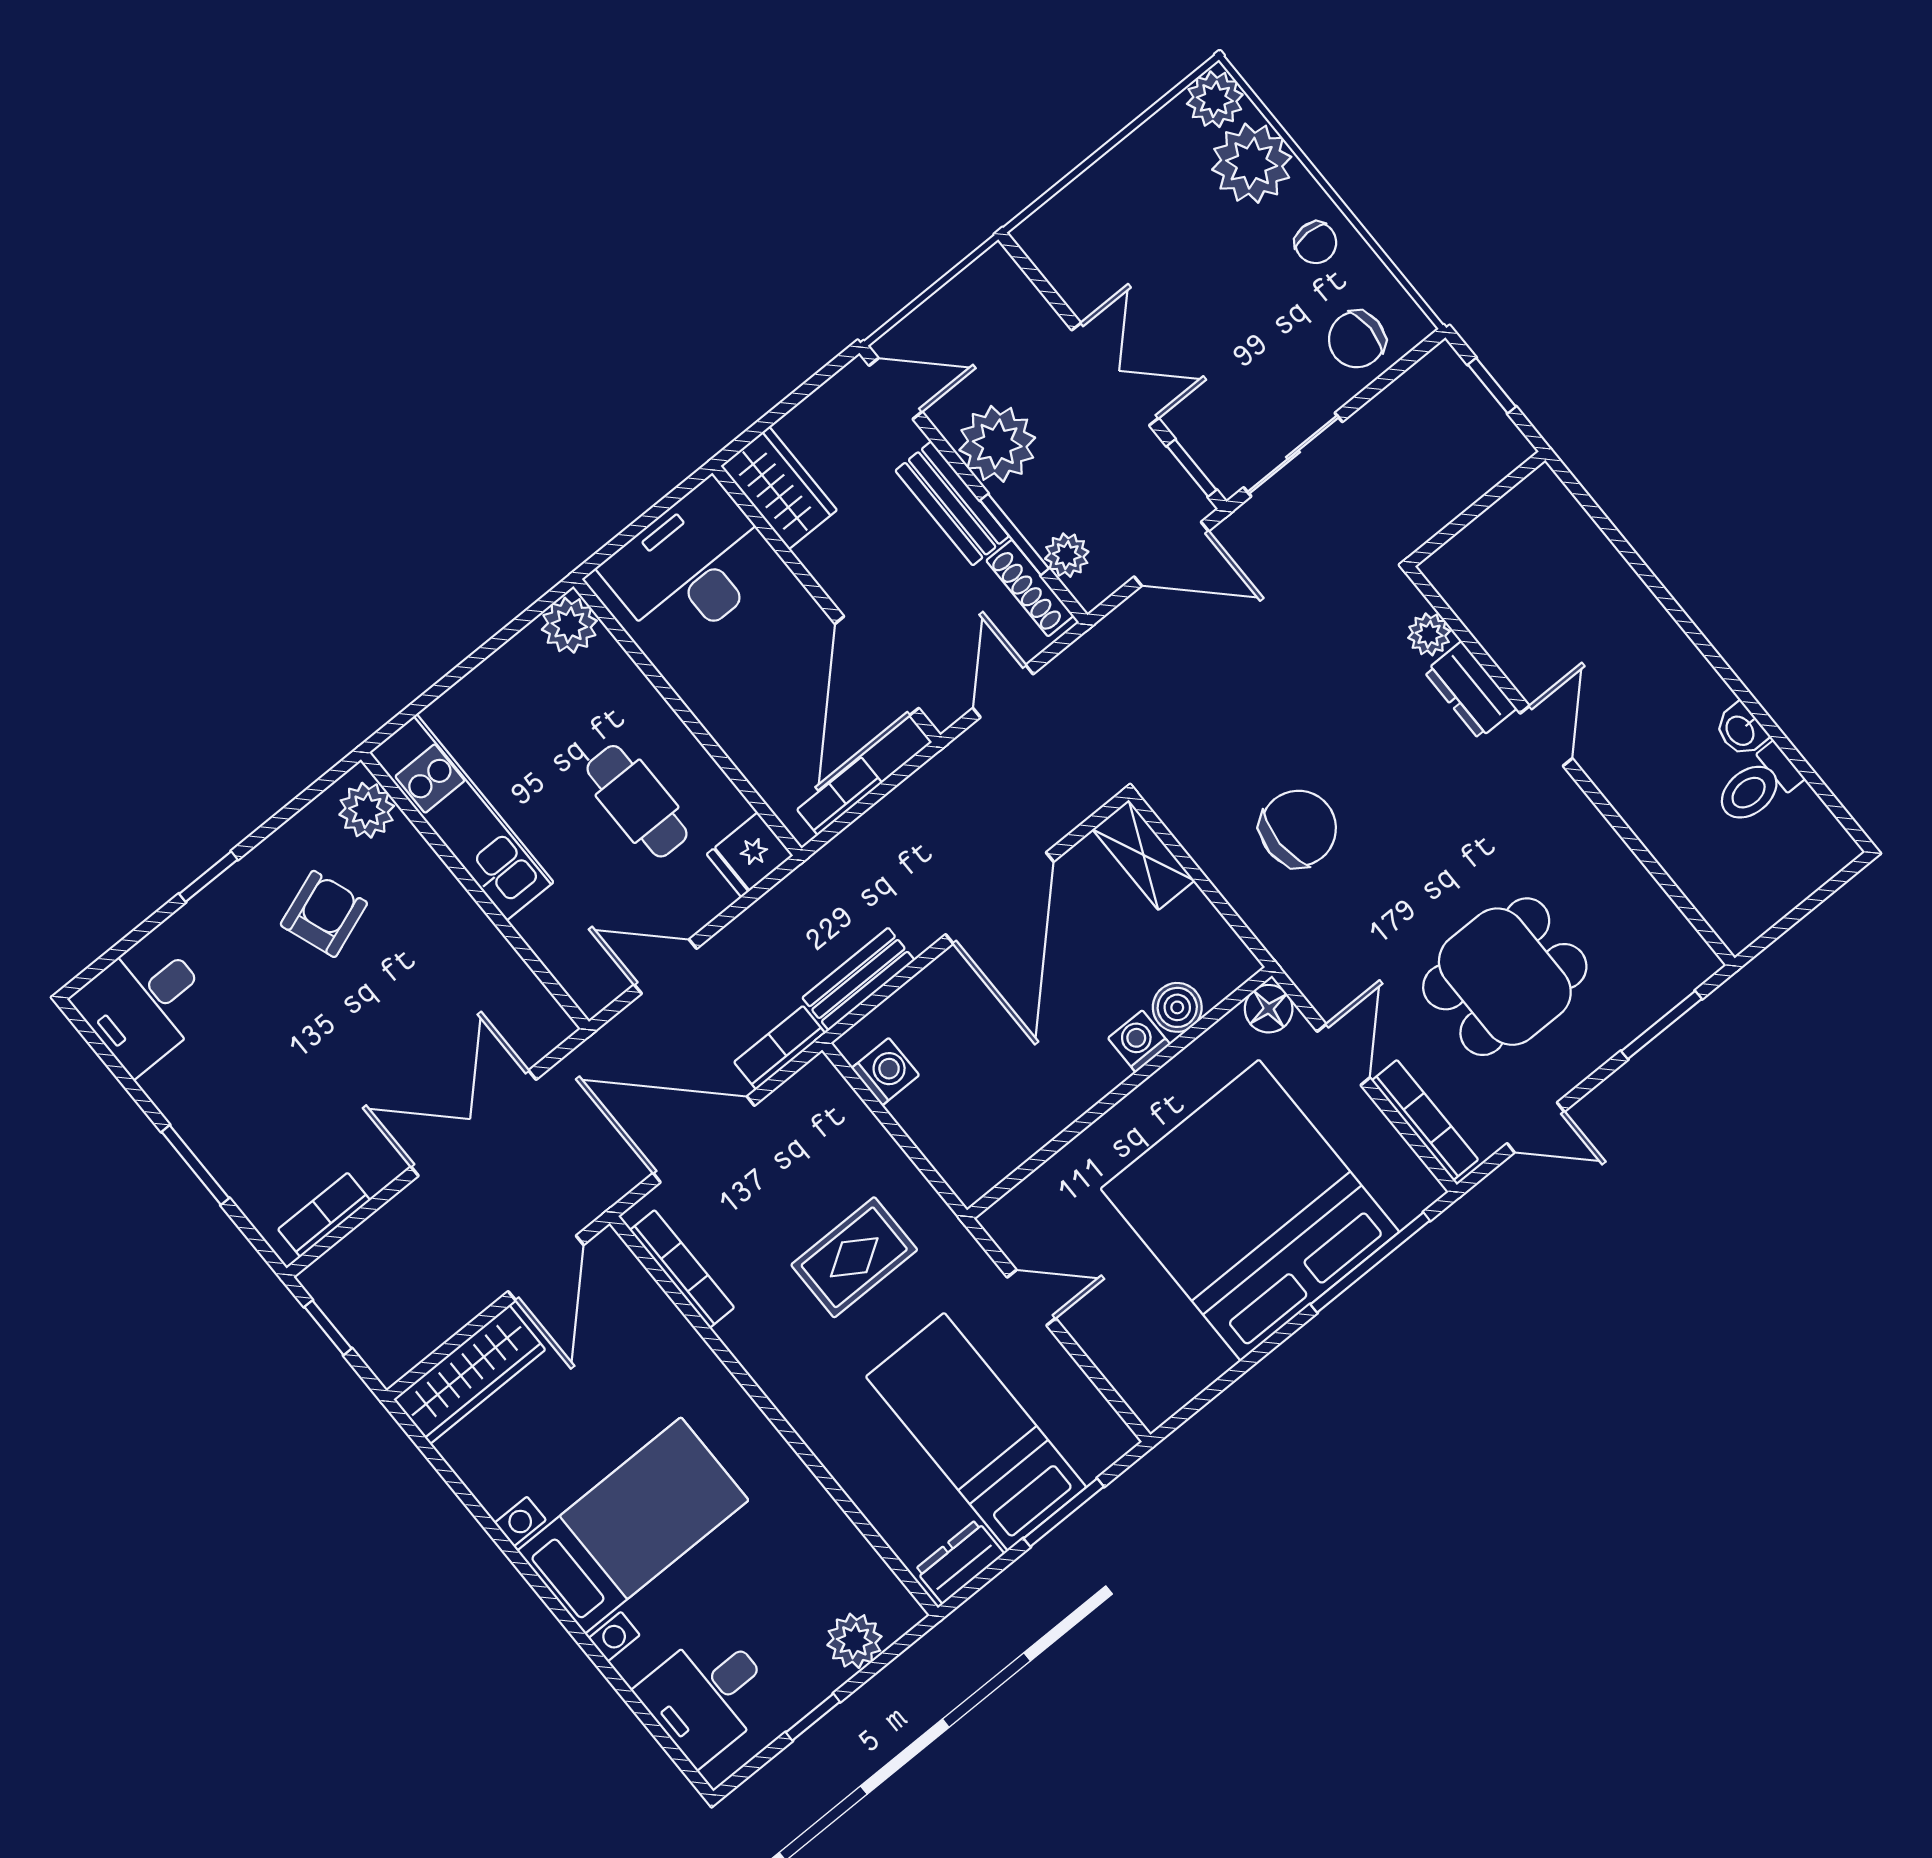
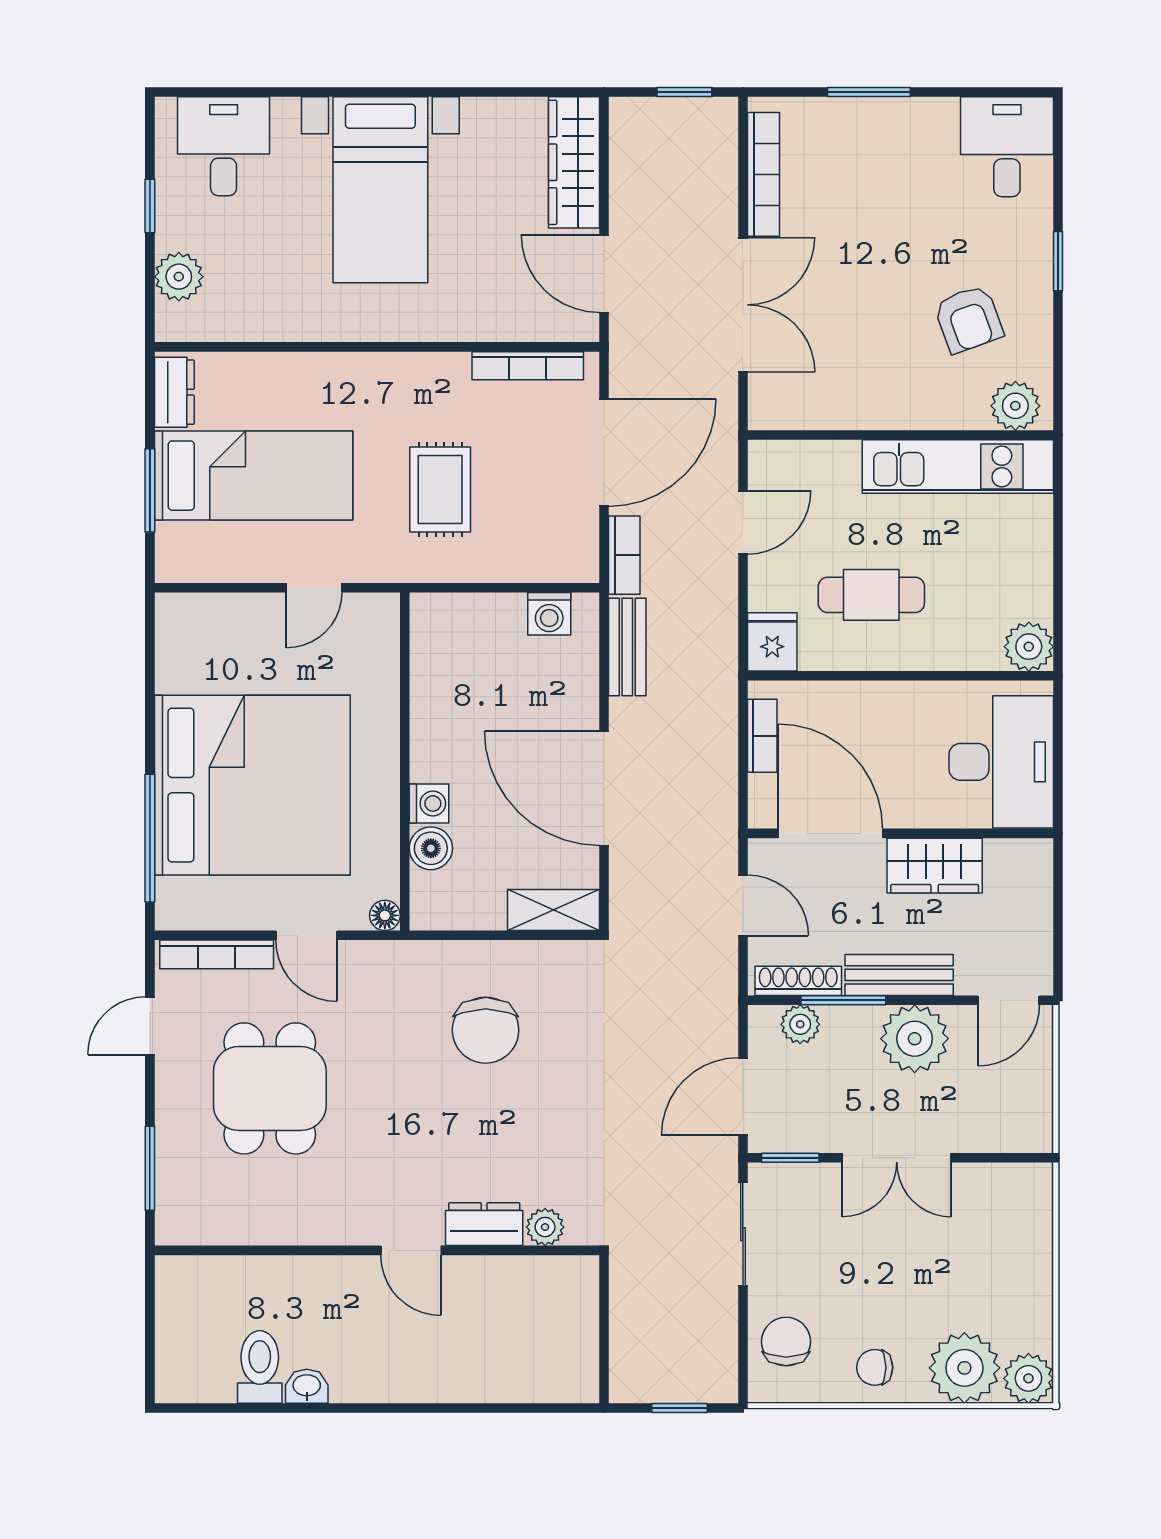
wardrobe: (779, 488) -> (935, 866), moved
floor lamp: (1269, 1009) -> (385, 915), width x0.73, depth x0.73
bookcase: (324, 1215) -> (763, 174), width x1.56

